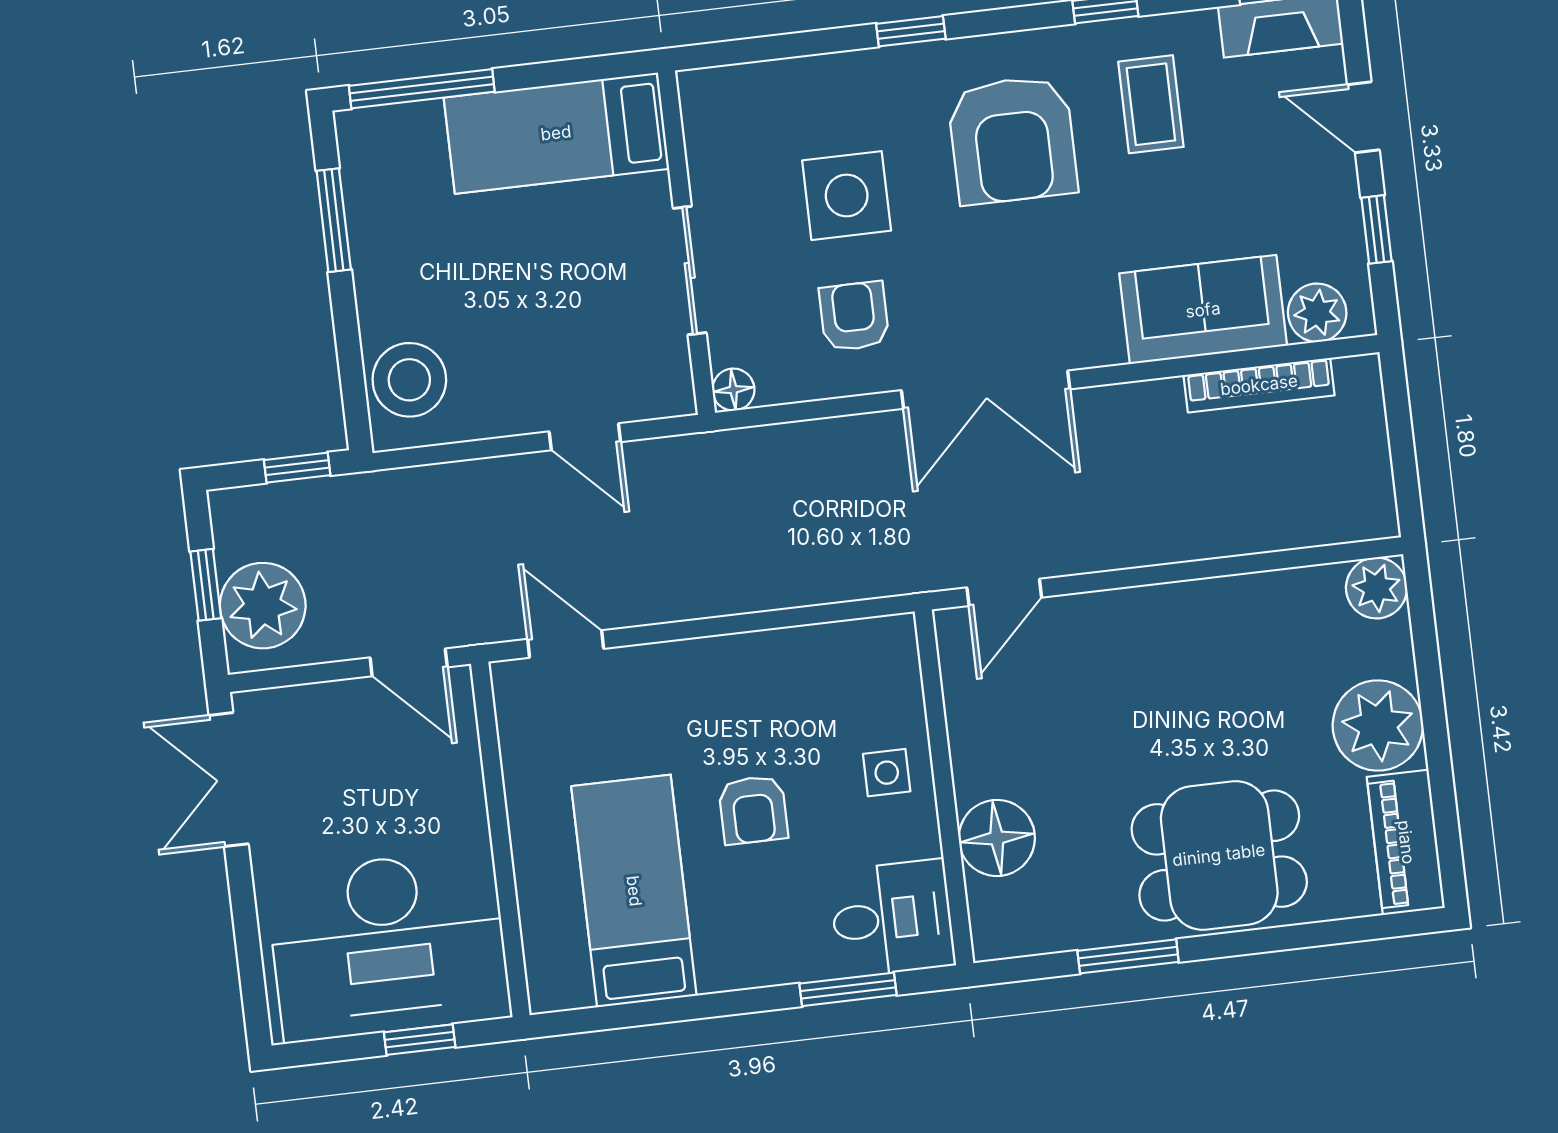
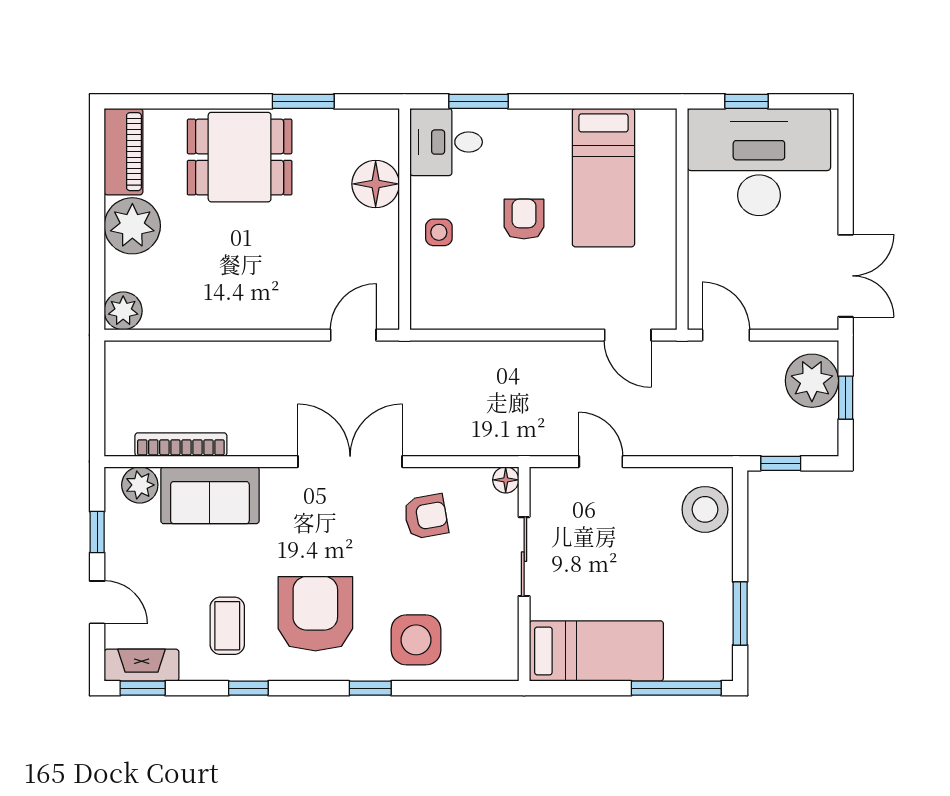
side table: (847, 196) -> (416, 640), moved
armchair: (854, 316) -> (426, 516), turned -100

